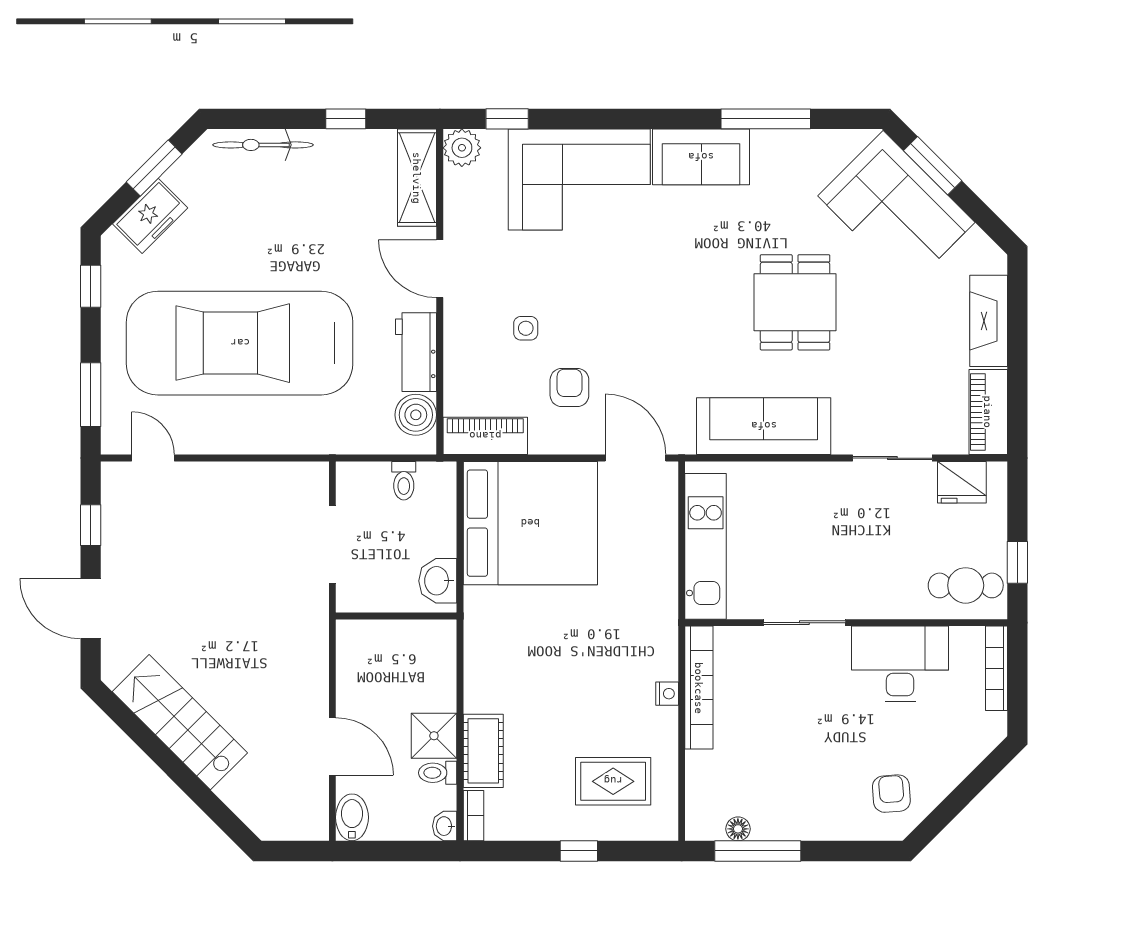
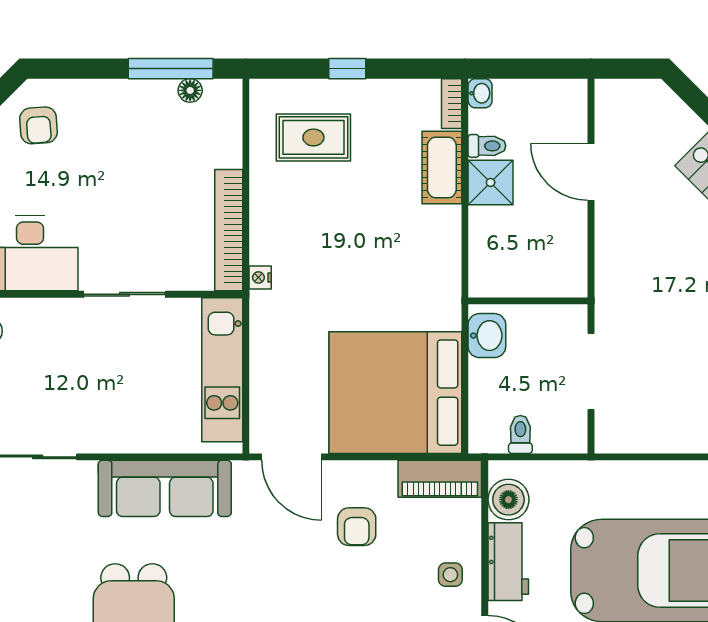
side table: (526, 328) -> (450, 575), moved
nightstand: (667, 694) -> (260, 277), moved
bidet: (352, 817) -> (572, 102), removed

